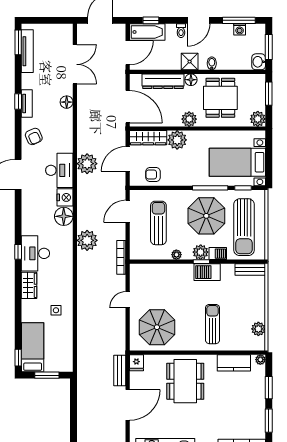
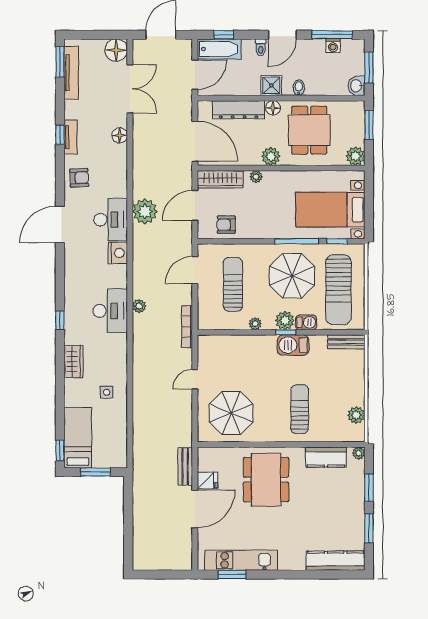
armchair: (34, 136) -> (79, 178), turned -69
plant: (177, 140) -> (256, 177), width x0.53, depth x0.53
floor lamp: (64, 216) -> (116, 50), moved
plant: (87, 240) -> (139, 306), width x0.53, depth x0.53
desk: (35, 253) -> (110, 311), moved, turned 180
fridge: (136, 363) -> (207, 481), moved, turned -90

